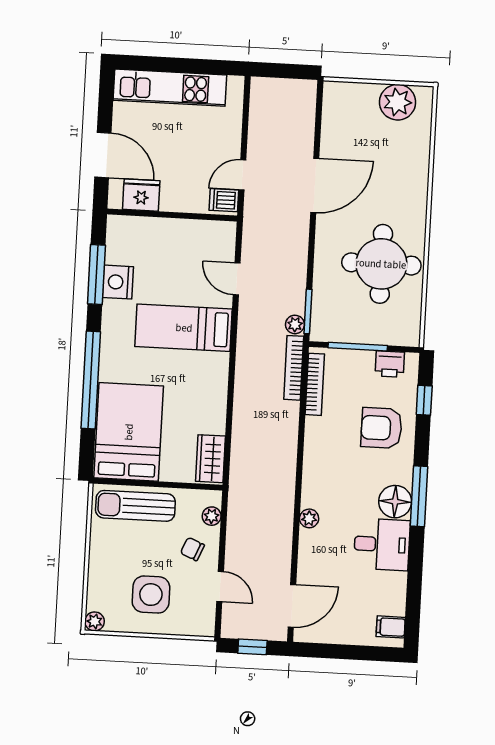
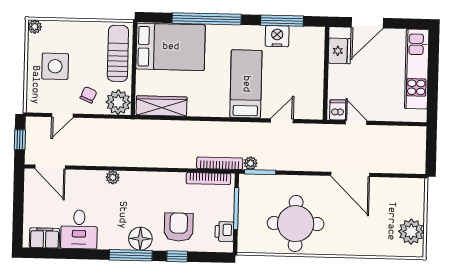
window: (424, 400) -> (177, 256), moved
wardrobe: (210, 459) -> (162, 106), width x1.50
floor lamp: (395, 502) -> (140, 239), moved
plant: (212, 516) -> (118, 102), width x1.87, depth x1.87
desk: (382, 544) -> (79, 229), moved
filing cabinet: (391, 627) -> (45, 238), width x2.00

